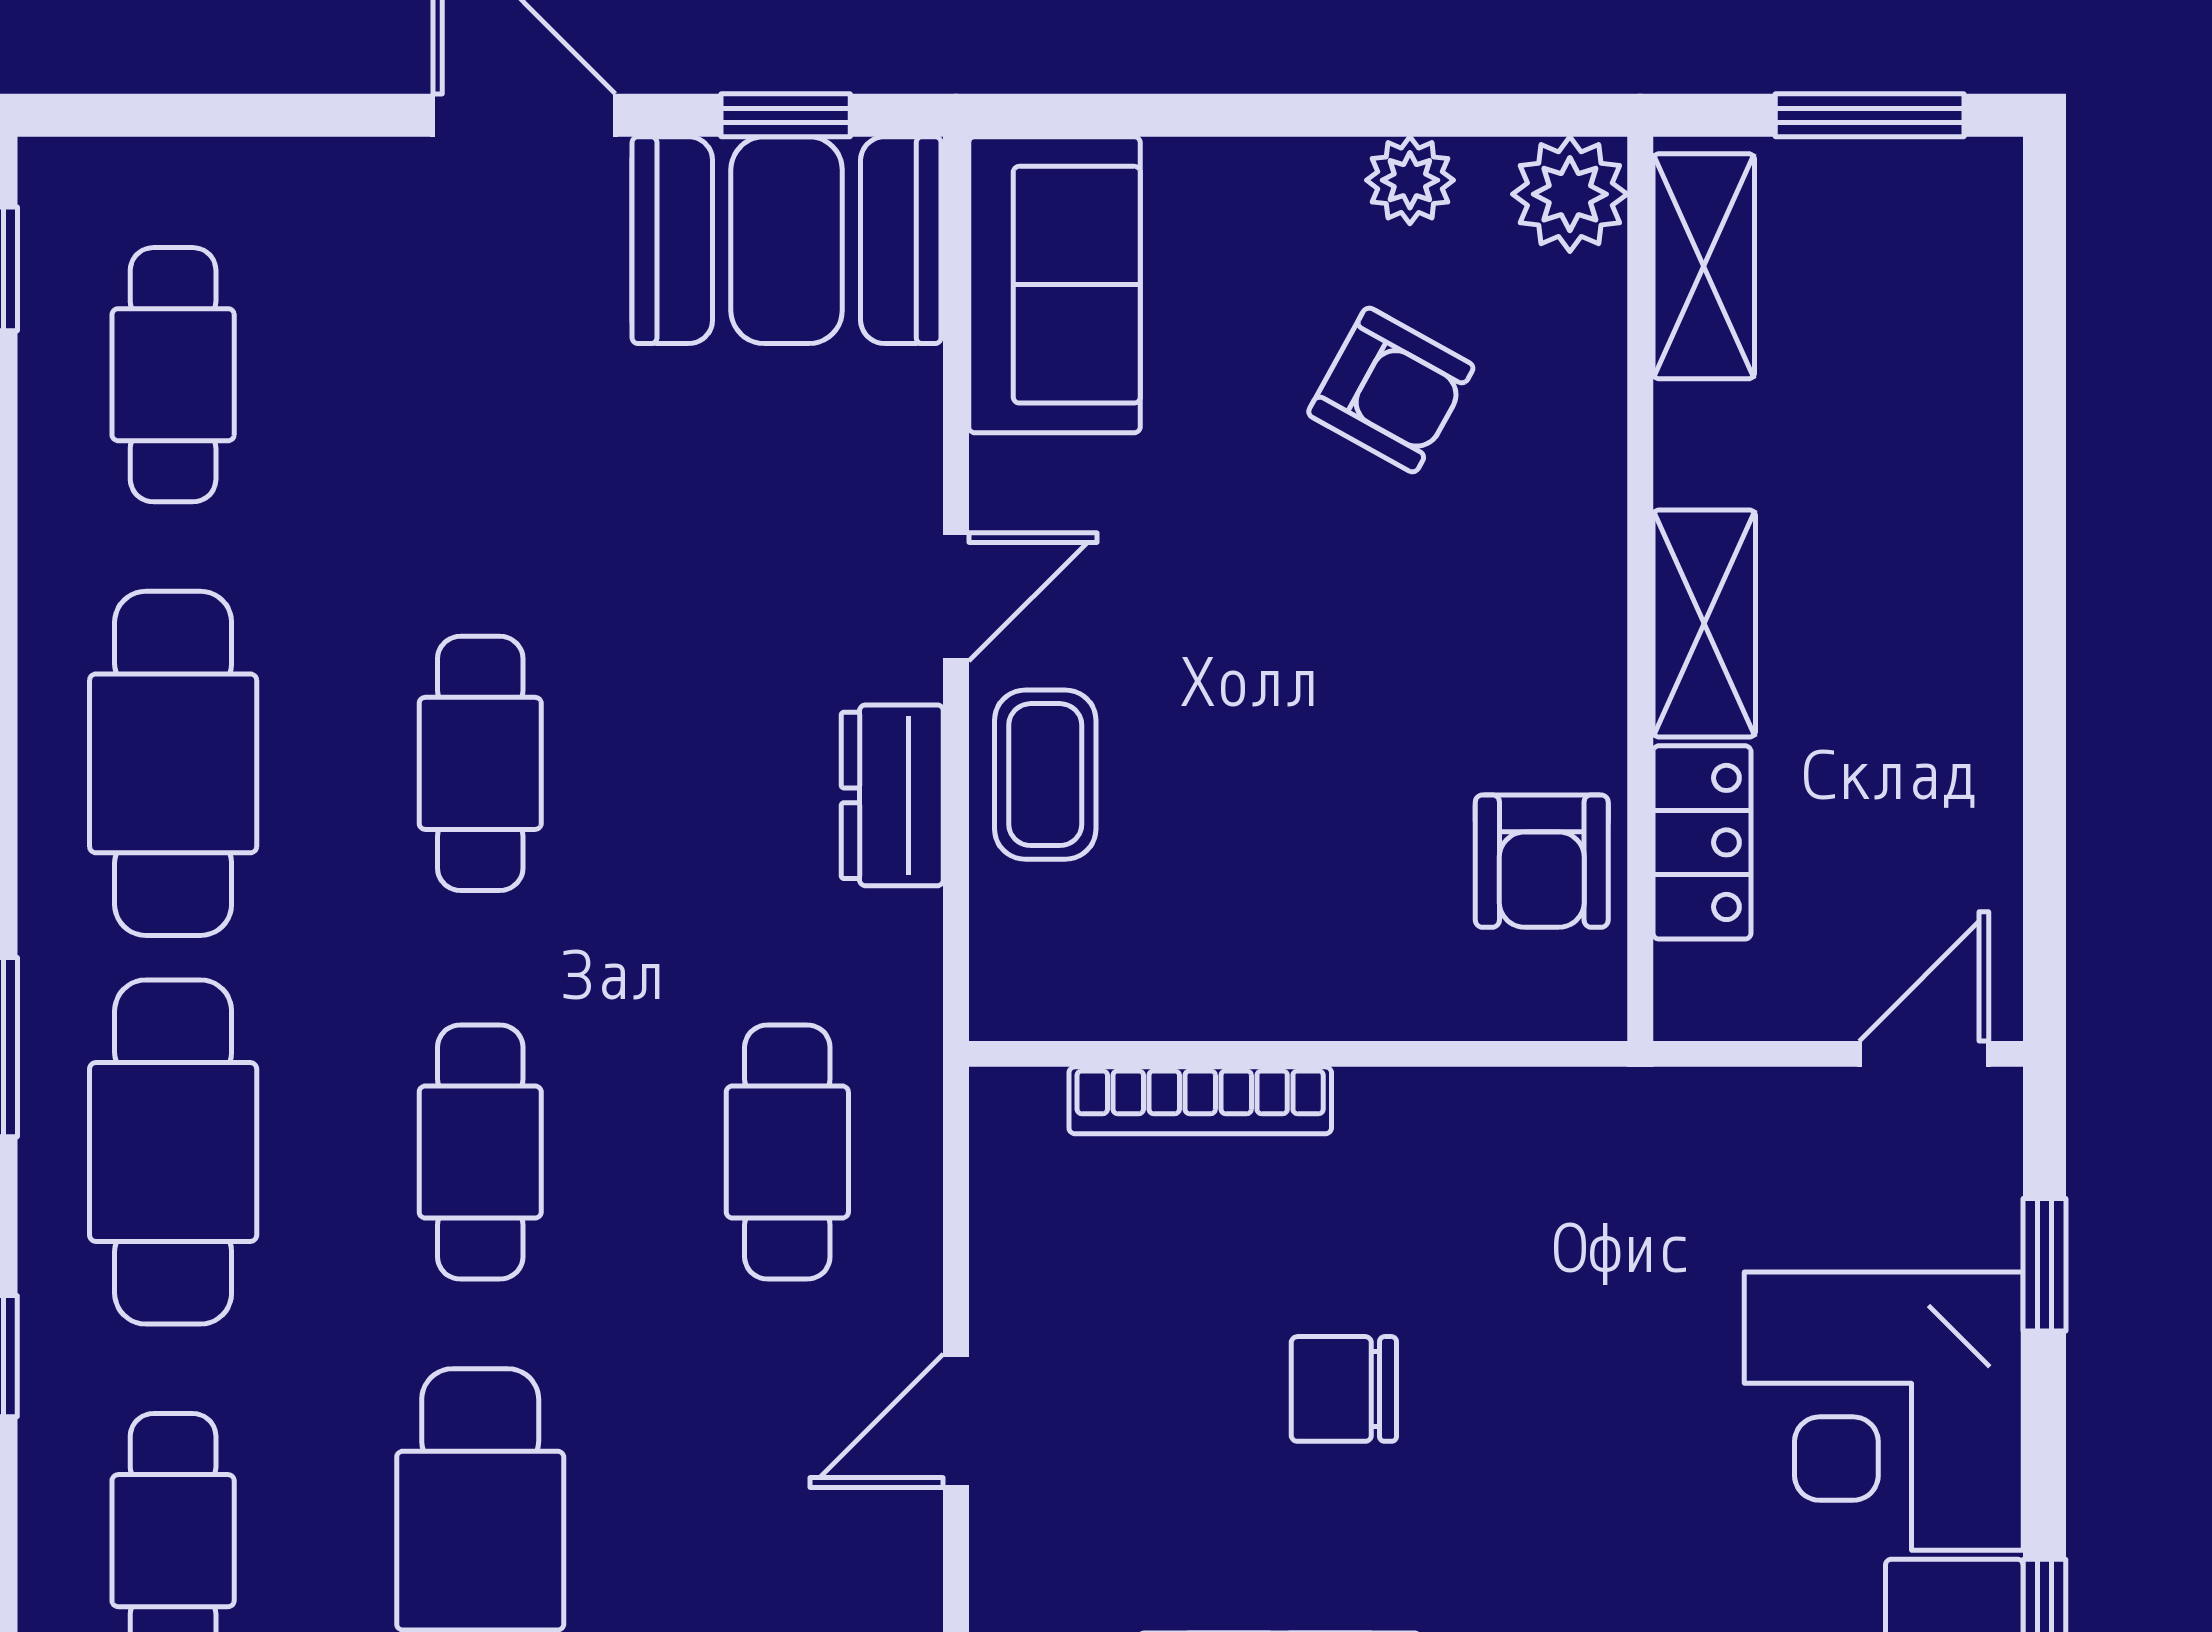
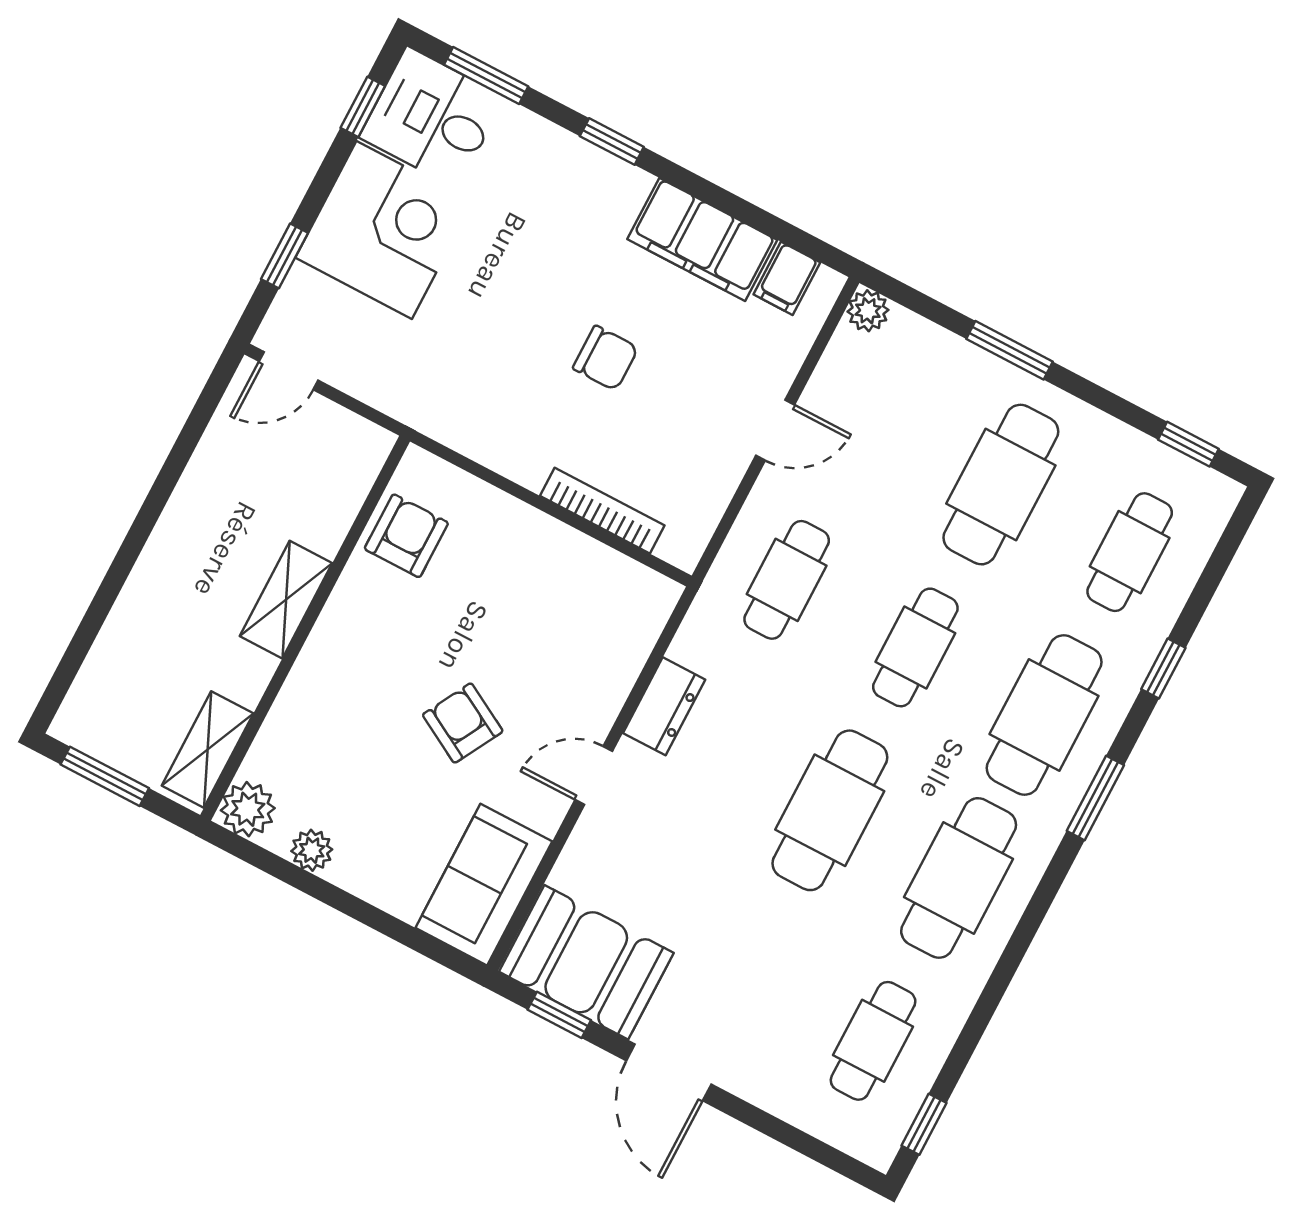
armchair: (1391, 390) -> (463, 723), moved
cafe table: (480, 763) -> (830, 810), width x1.37, depth x1.35
coffee table: (1045, 775) -> (595, 681), removed
locker: (1702, 842) -> (335, 508), removed

